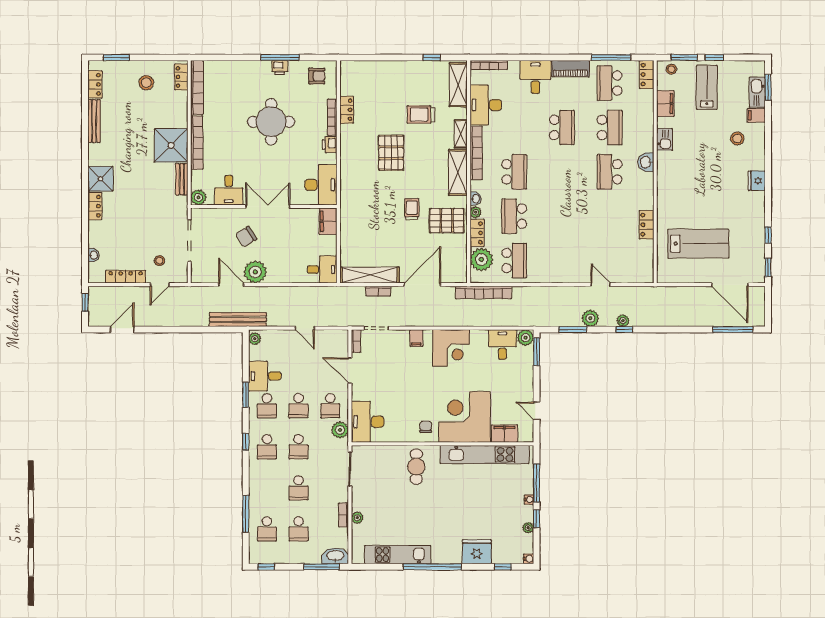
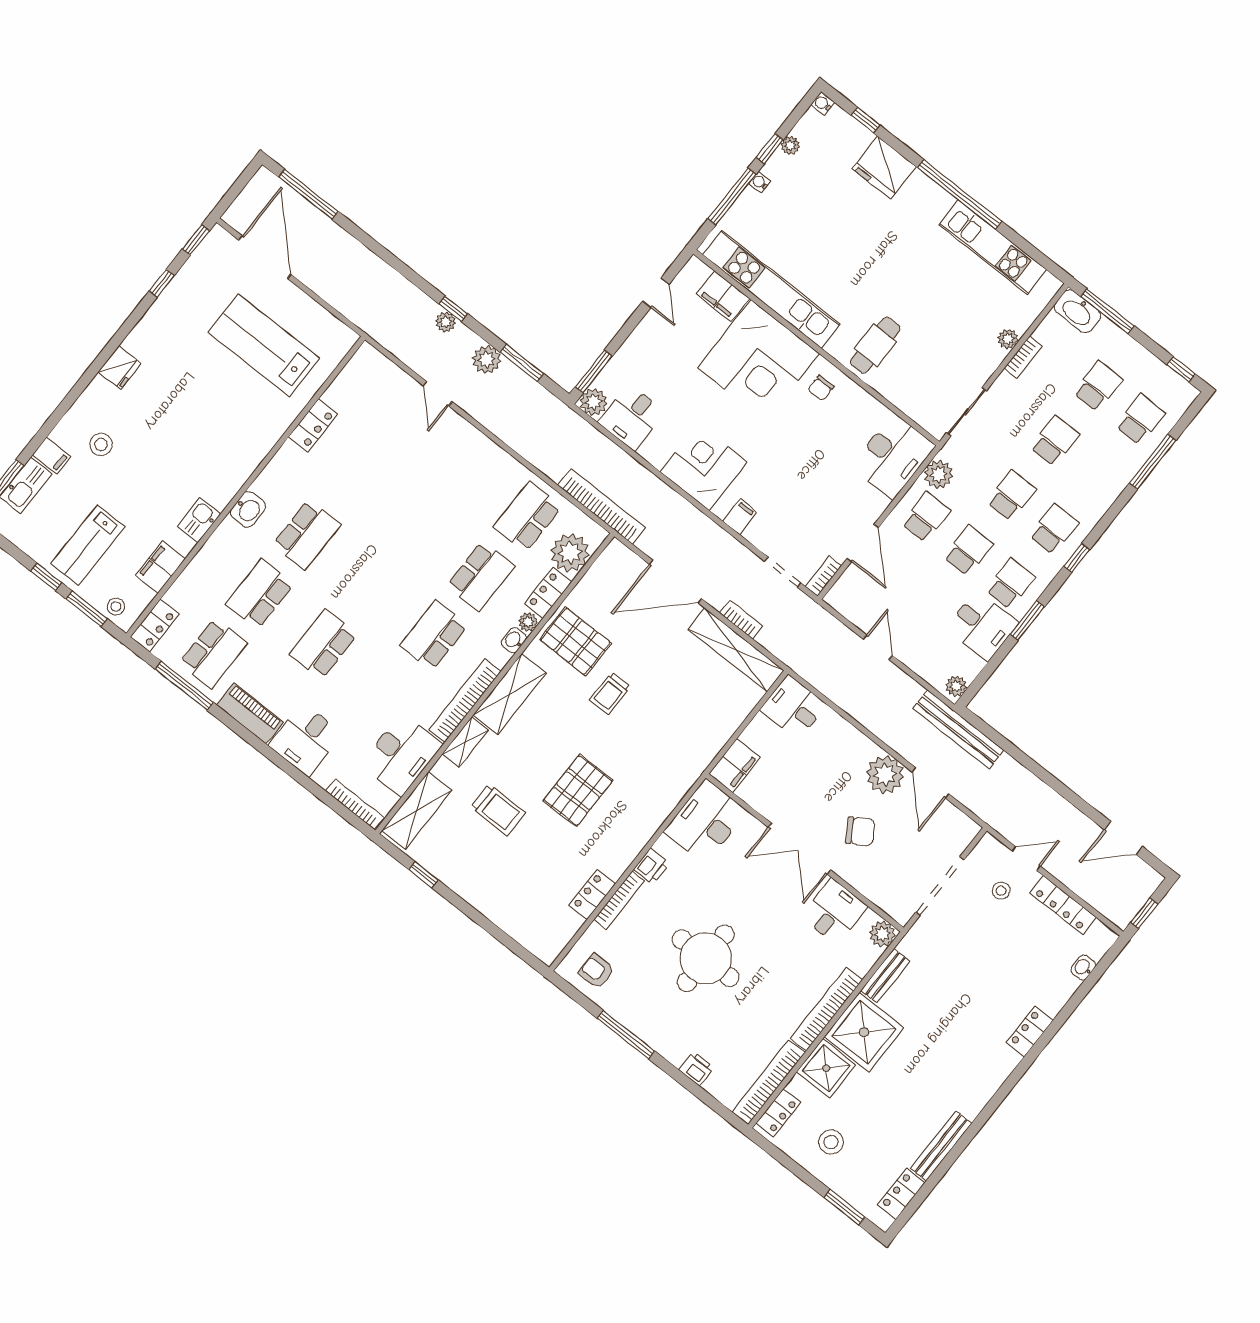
printer: (280, 67) -> (696, 1069), moved
shower: (100, 179) -> (826, 1068), moved

